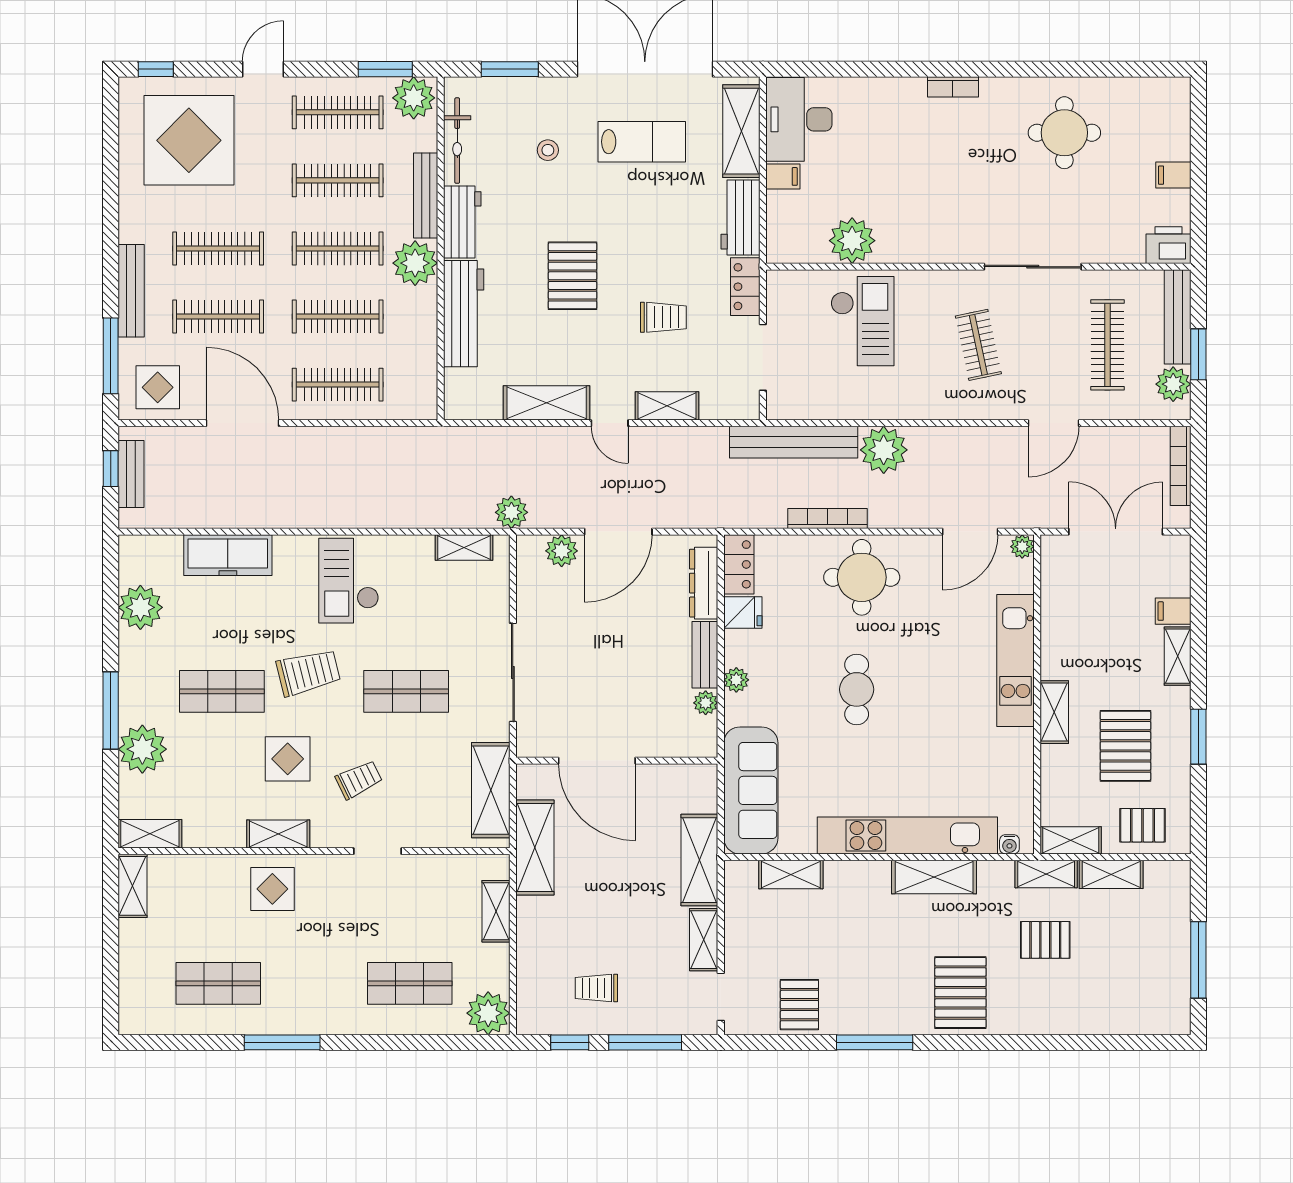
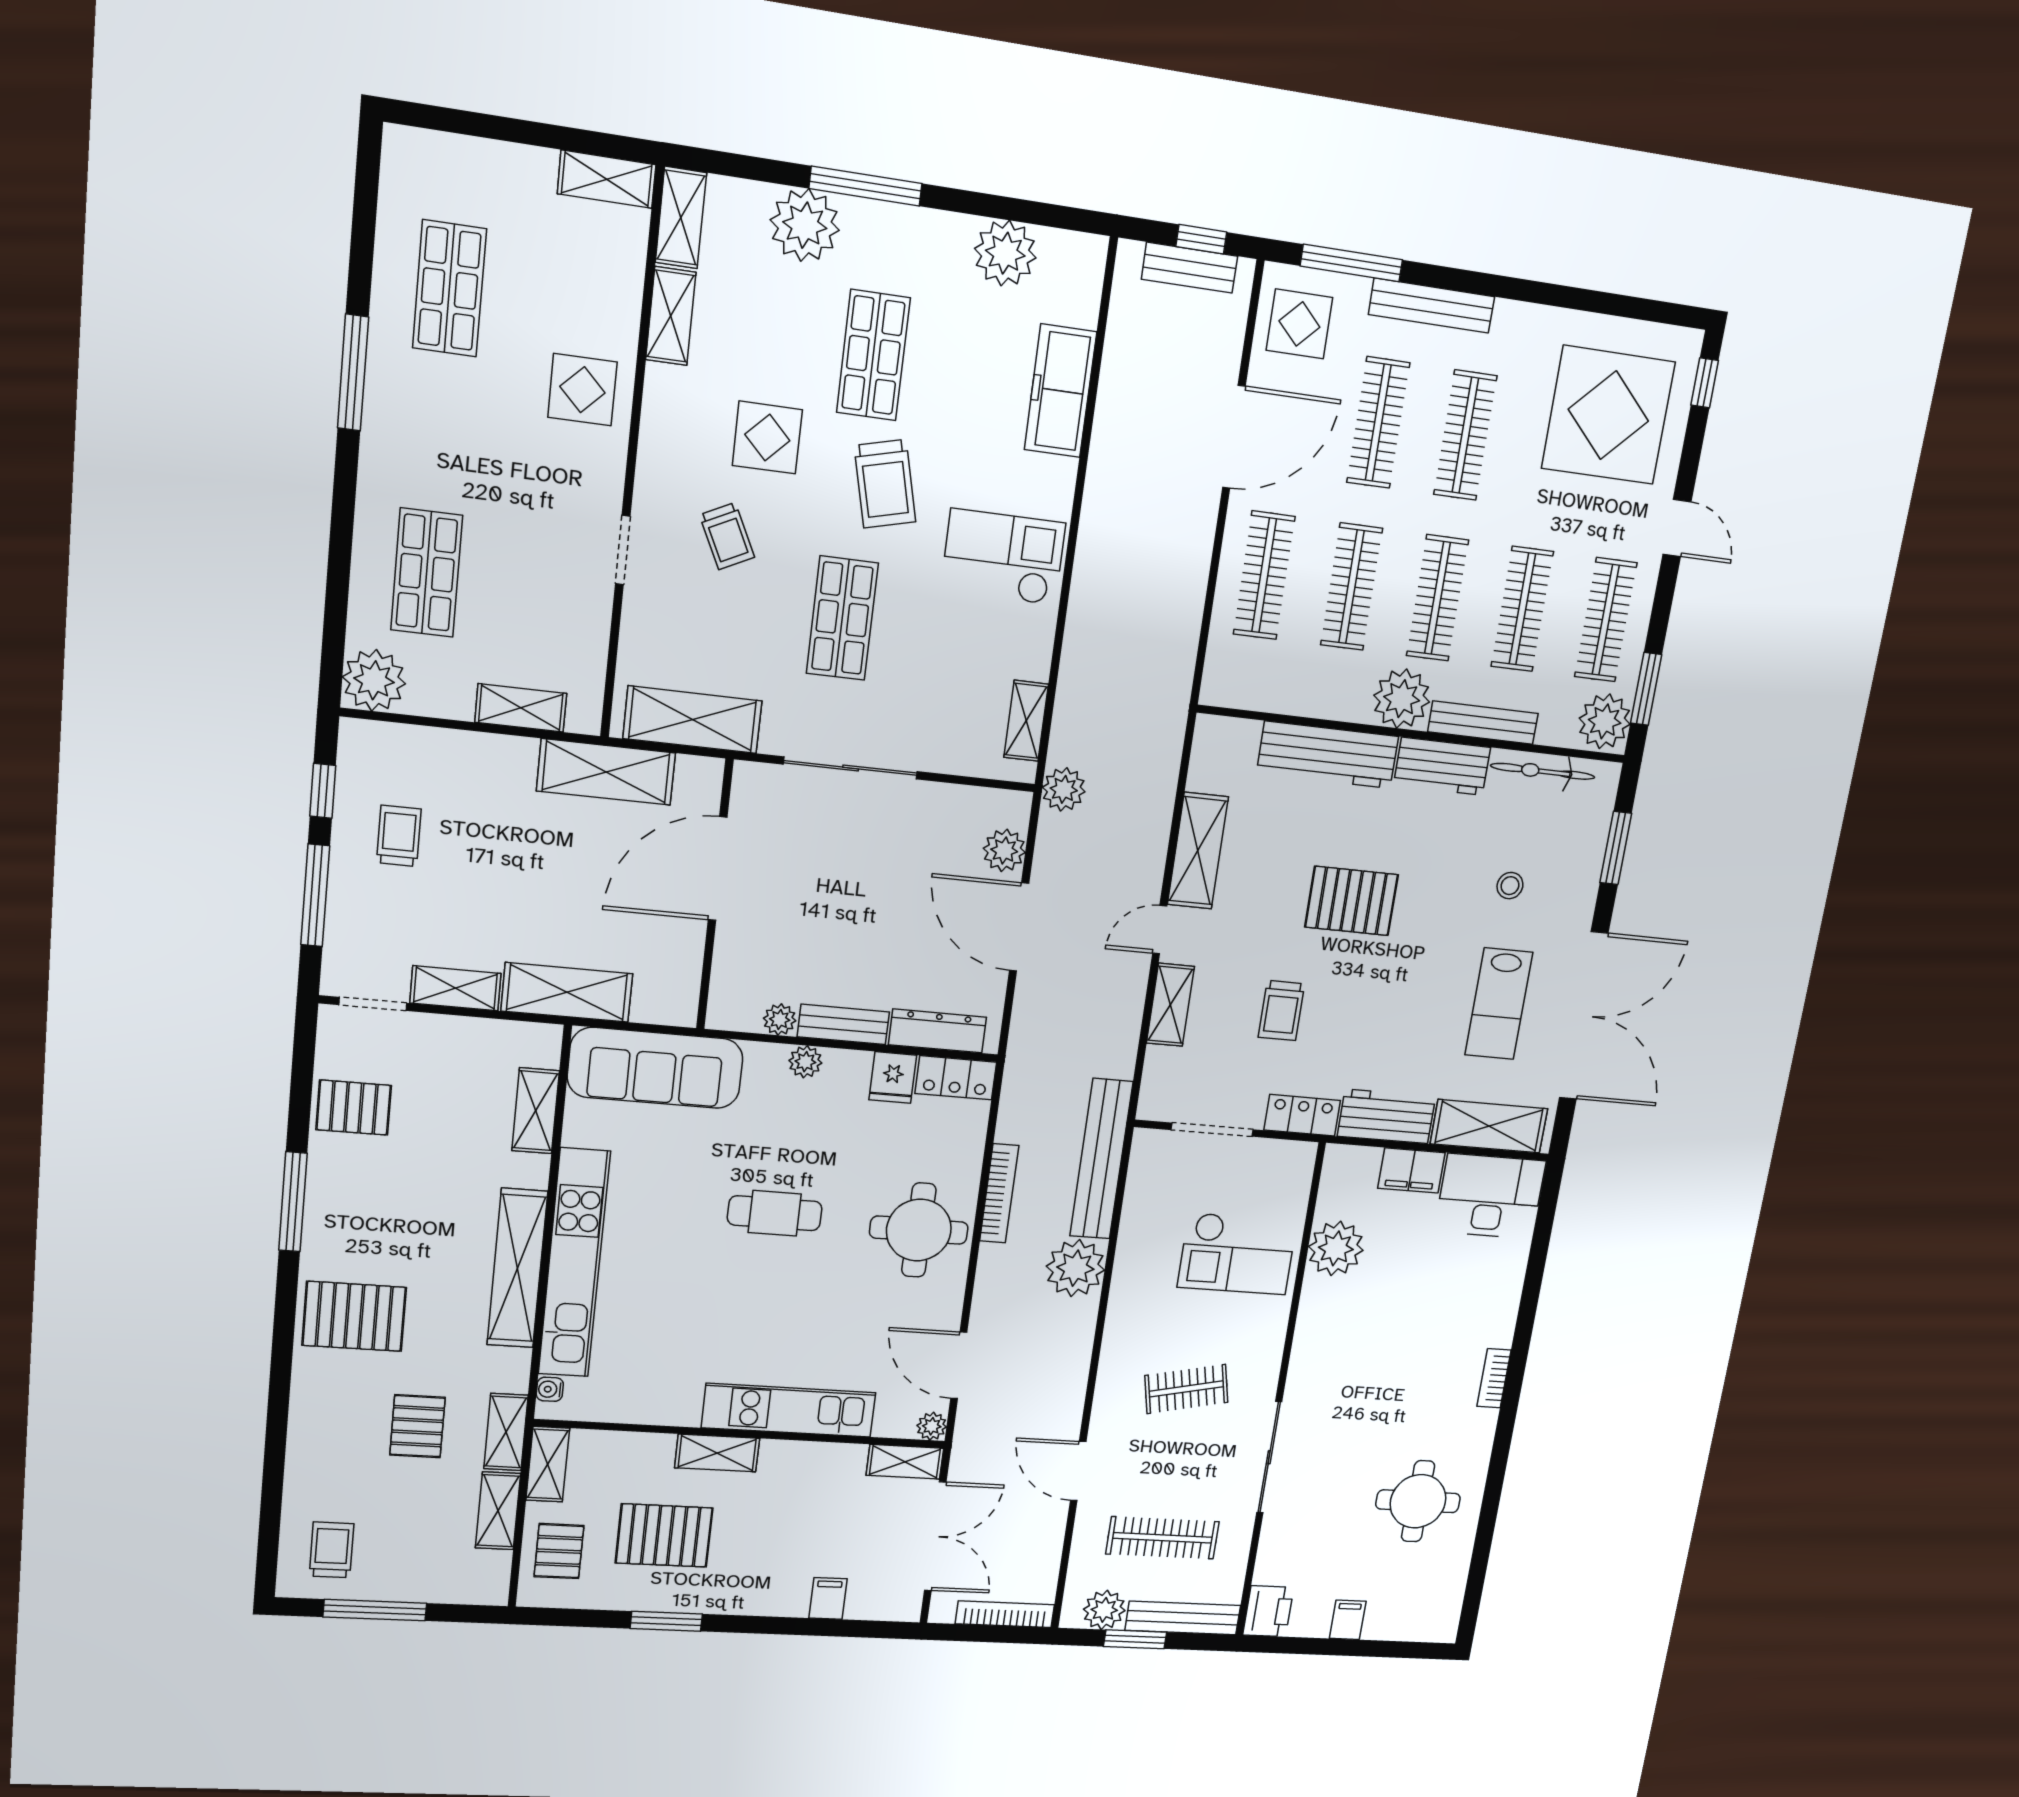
filing cabinet: (783, 176) -> (1411, 1170), width x2.00
shelving: (1178, 656) -> (905, 1462), moved
shelving: (278, 834) -> (671, 316), moved
shelving: (934, 877) -> (517, 1268), width x1.47
trolley: (1150, 996) -> (332, 1550), added

